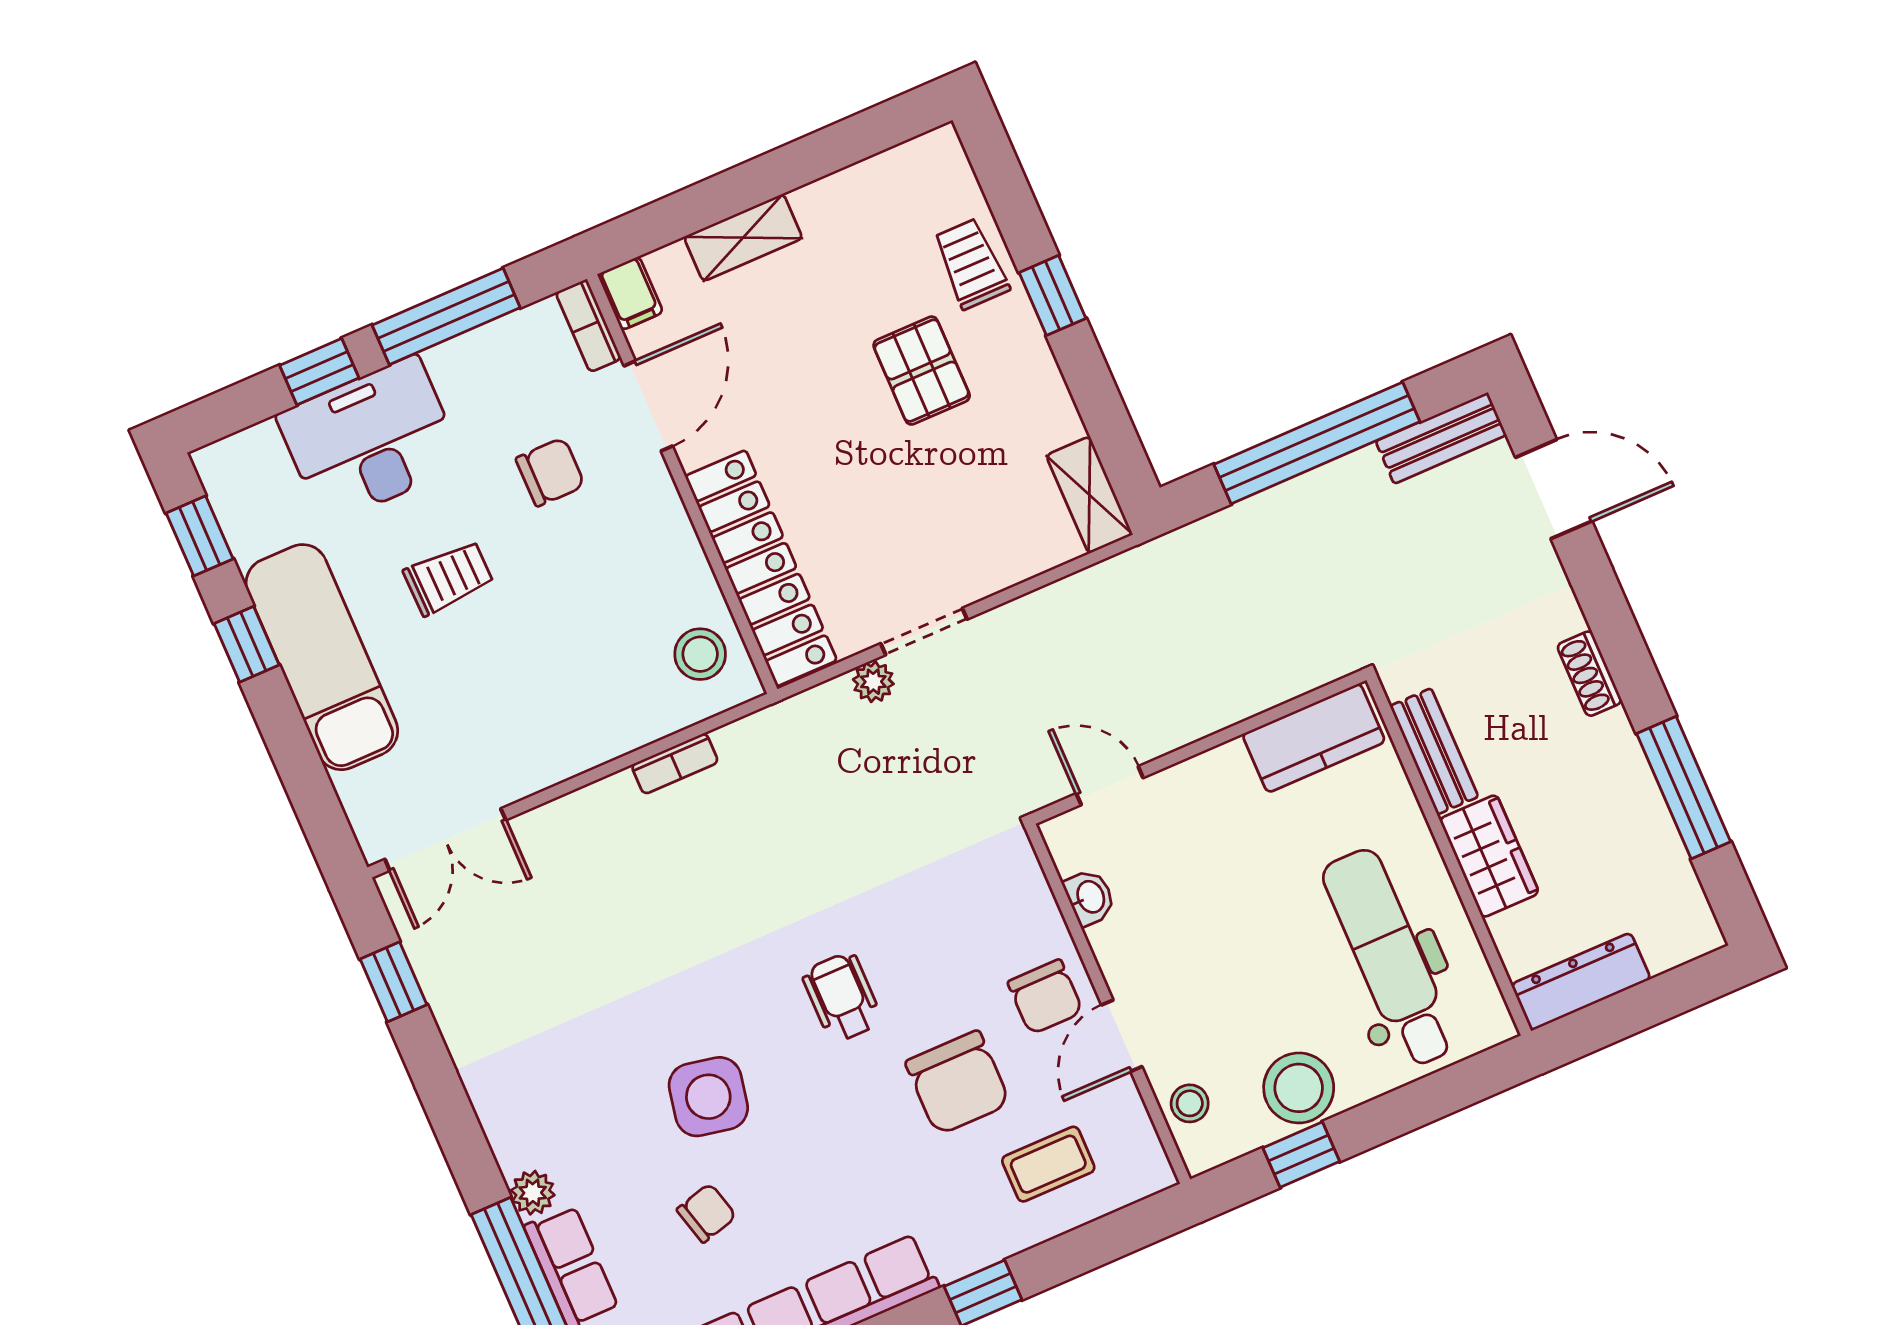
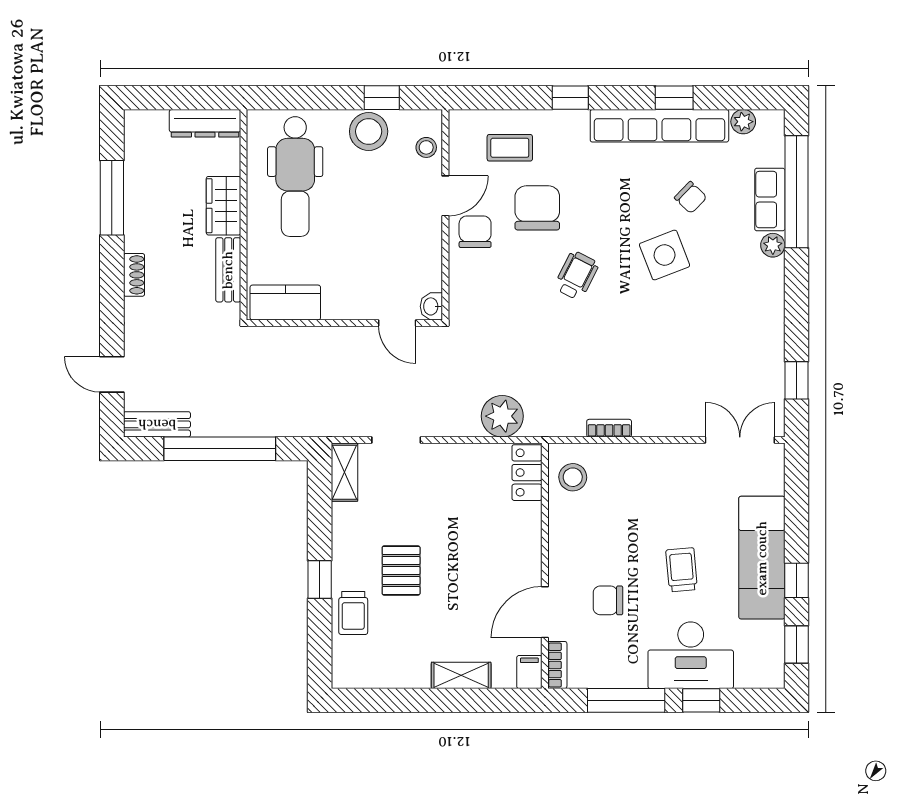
door: (1554, 489) -> (112, 374), width x0.73
locker: (761, 568) -> (527, 473), width x0.46, depth x0.83
trolley: (448, 578) -> (682, 570), turned 86
doorway: (924, 631) -> (396, 440), moved
plant: (873, 682) -> (502, 416), width x1.88, depth x1.88
washbasin: (1090, 897) -> (431, 306), moved
wheelchair: (842, 997) -> (576, 276), turned -153
side table: (708, 1097) -> (665, 255), turned -32
chair: (707, 1213) -> (691, 197), turned -121

